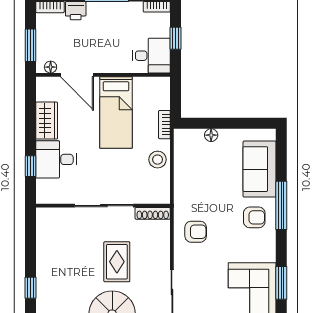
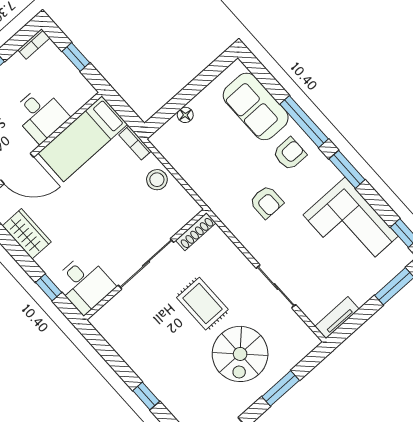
desk: (151, 56) -> (40, 115), moved, turned 90
bed: (116, 112) -> (83, 139), moved, turned 90
desk: (56, 159) -> (84, 284), moved, turned -90
armchair: (196, 232) -> (266, 202), moved, turned 90
window: (281, 283) -> (347, 169), moved

